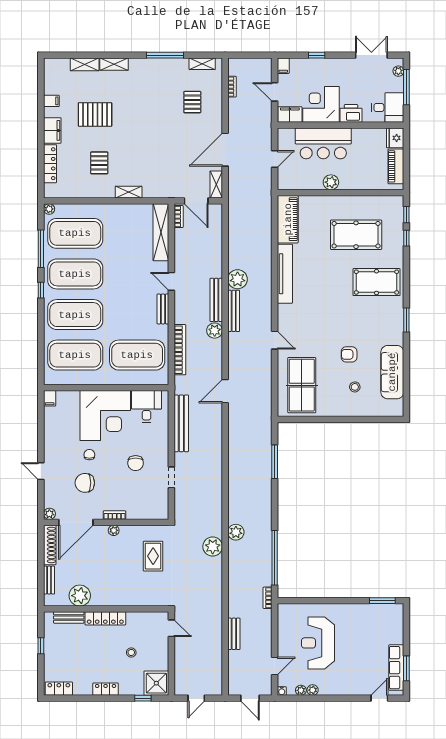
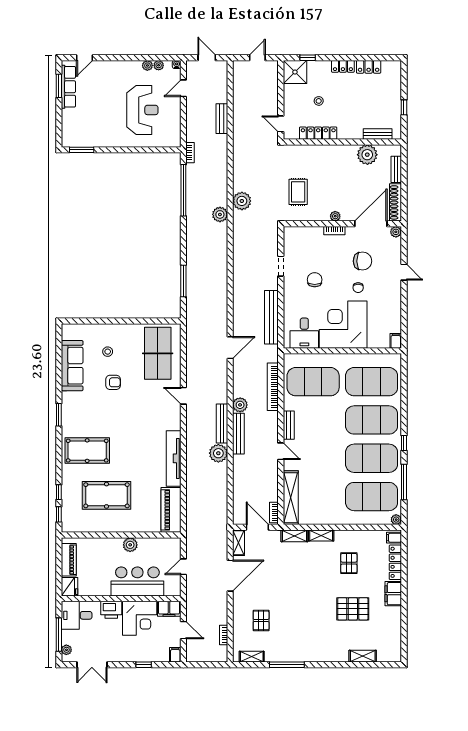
shelving: (114, 64) -> (294, 536), moved
filing cabinet: (51, 101) -> (394, 538), moved
locker: (105, 618) -> (318, 133), moved
locker: (59, 689) -> (369, 67), moved

